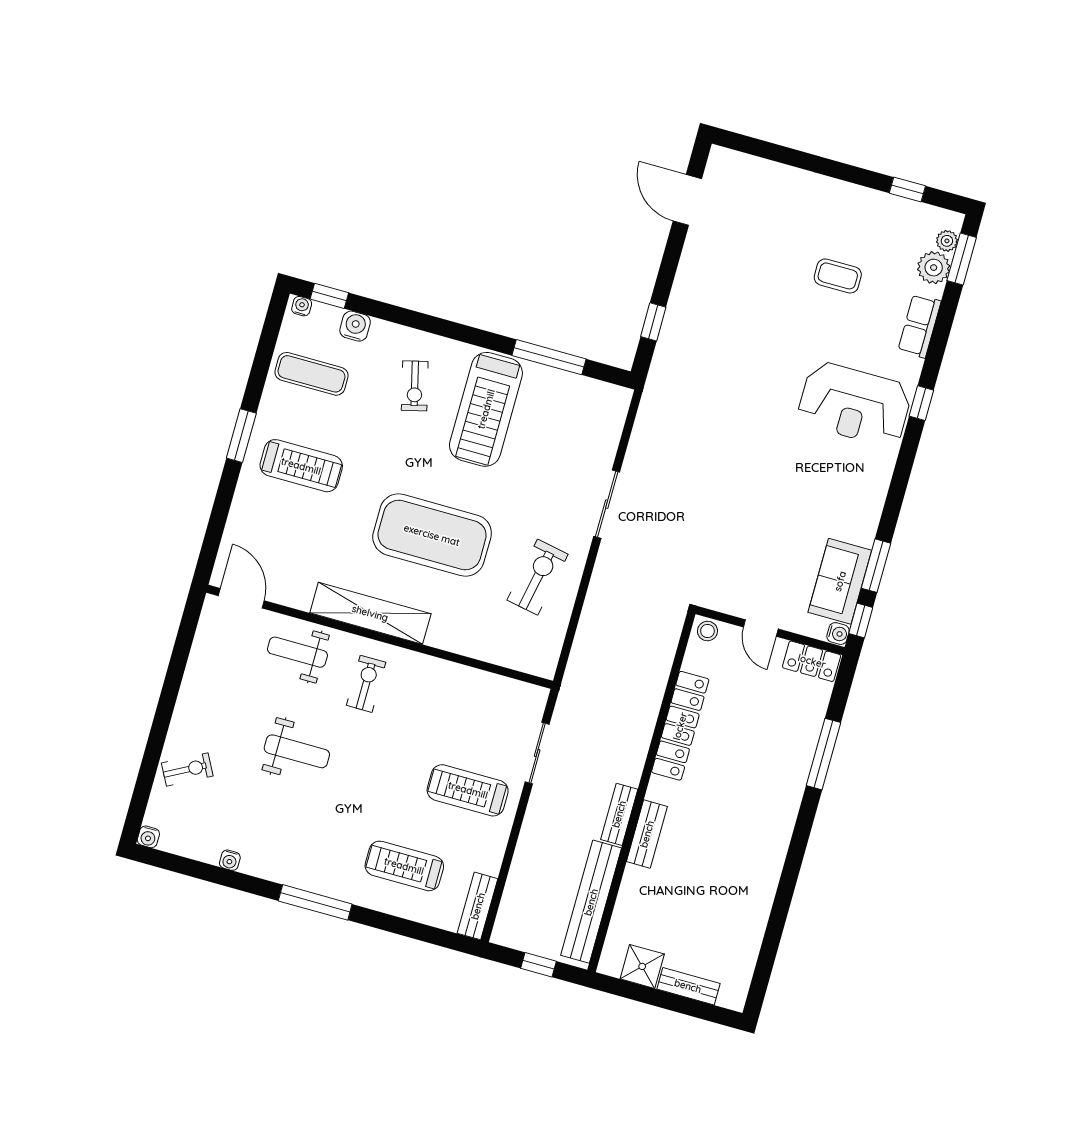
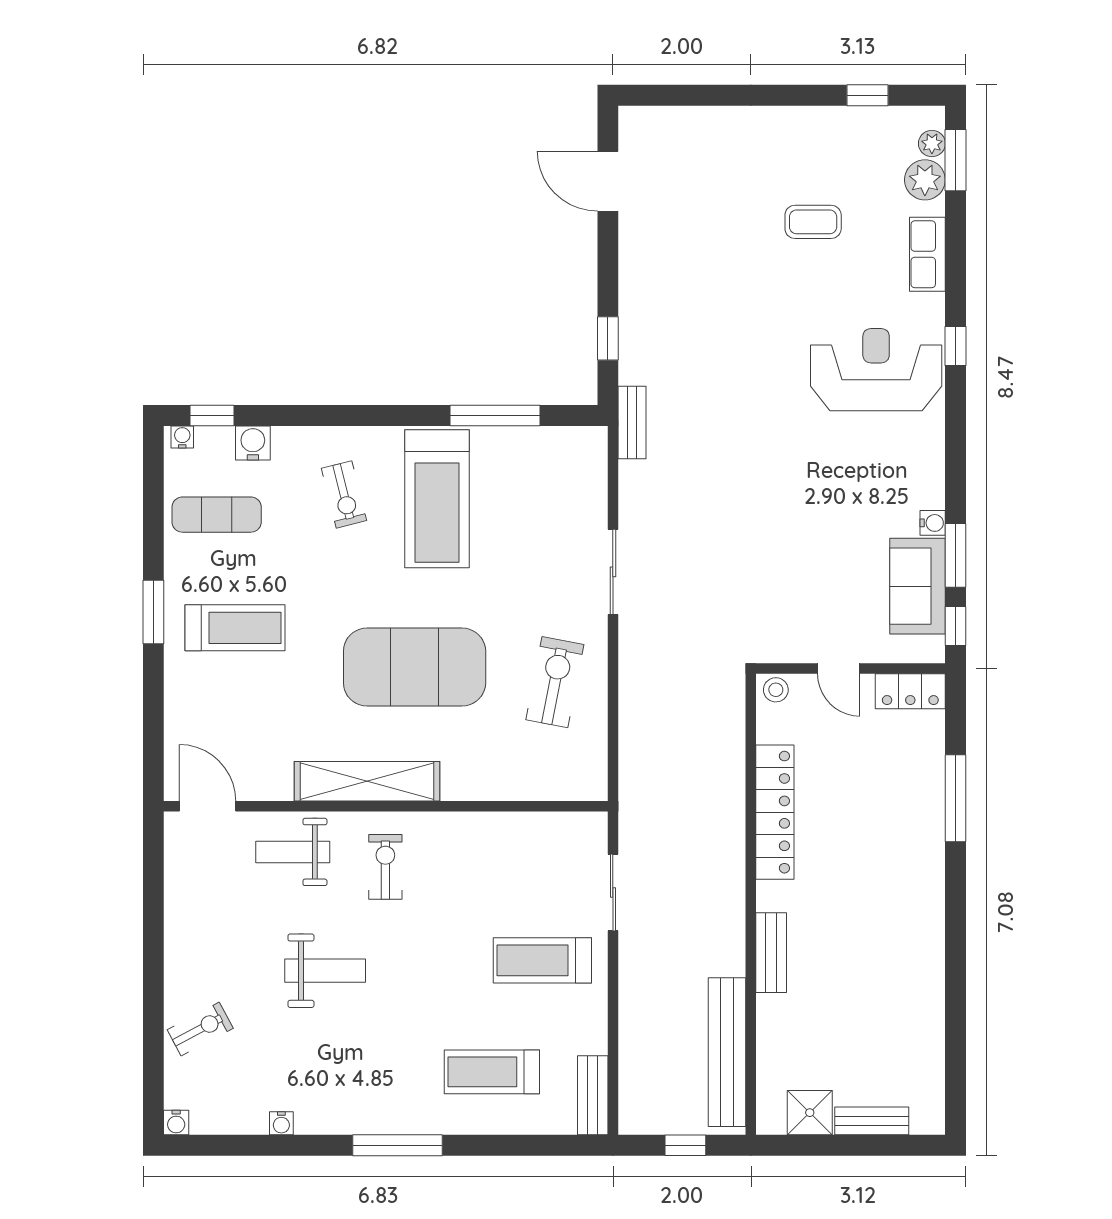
reception desk: (855, 404) -> (876, 370), turned 180
water cooler: (838, 634) -> (933, 523), moved
bench: (619, 814) -> (632, 422), moved

